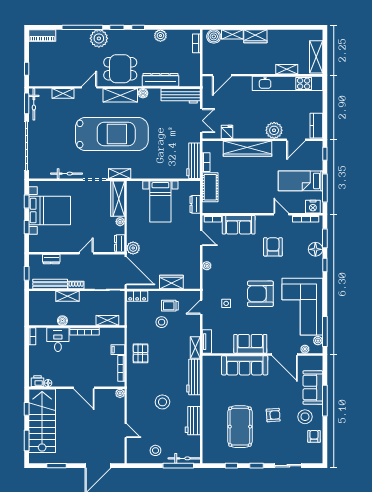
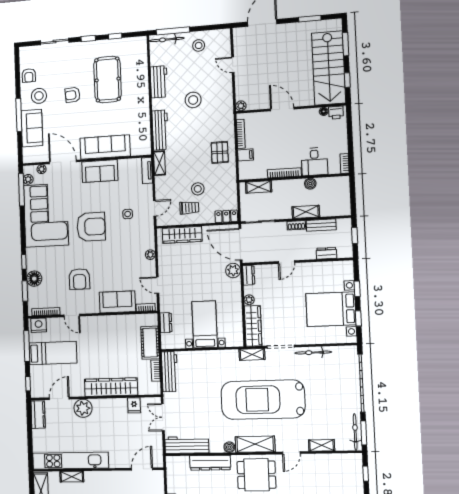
wardrobe: (171, 282) -> (182, 235), width x1.50
bench: (50, 284) -> (321, 225), width x0.73

